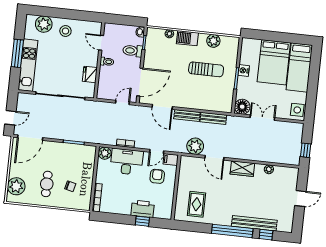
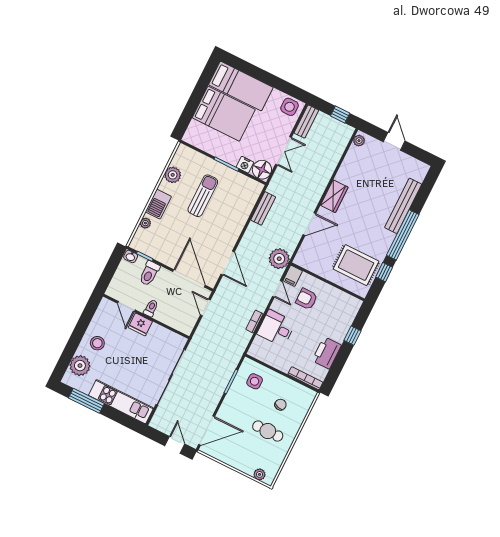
door: (101, 43) -> (126, 307), hinge flipped
window: (17, 53) -> (86, 401), moved
nightstand: (244, 70) -> (245, 165), moved
fridge: (90, 74) -> (140, 324), moved
door: (162, 107) -> (228, 263), hinge flipped
bench: (187, 116) -> (306, 122), moved
double door: (262, 118) -> (283, 151), swing flipped
door: (30, 138) -> (207, 430), hinge flipped
plant: (195, 146) -> (279, 259), moved
plant: (105, 153) -> (257, 350), removed
side table: (81, 160) -> (255, 381), added
desk: (127, 162) -> (276, 328), width x0.73
plant: (269, 169) -> (359, 141), moved
plant: (16, 186) -> (260, 474), width x0.53, depth x0.53
rug: (196, 204) -> (356, 265), width x1.36, depth x1.43
printer: (143, 209) -> (327, 353), moved
window: (266, 235) -> (384, 272), moved

